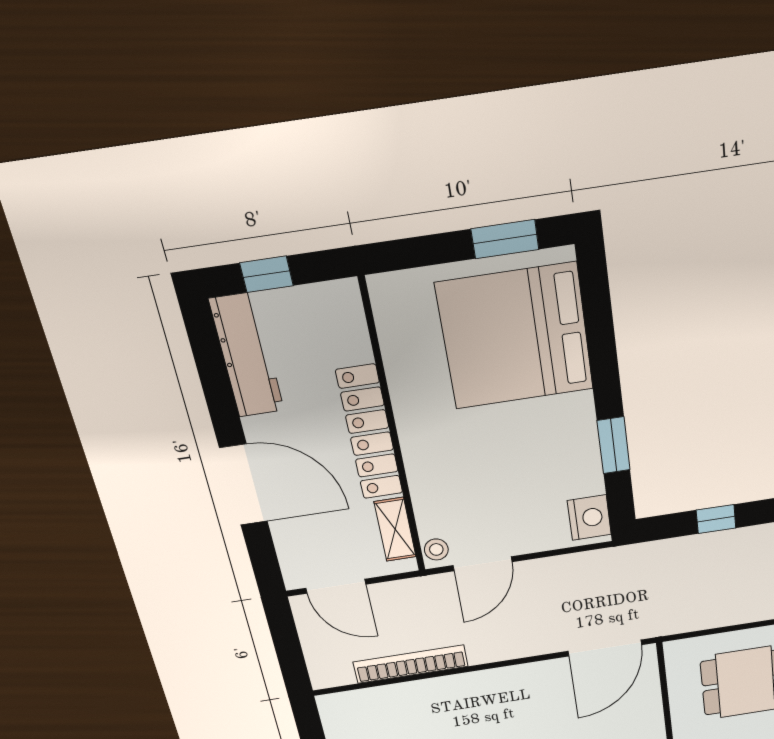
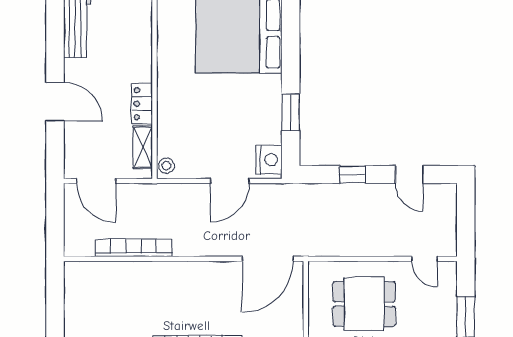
locker: (370, 433) -> (142, 104), width x0.46, depth x0.83
door: (244, 485) -> (55, 102), width x0.73
door: (483, 564) -> (230, 181), moved

